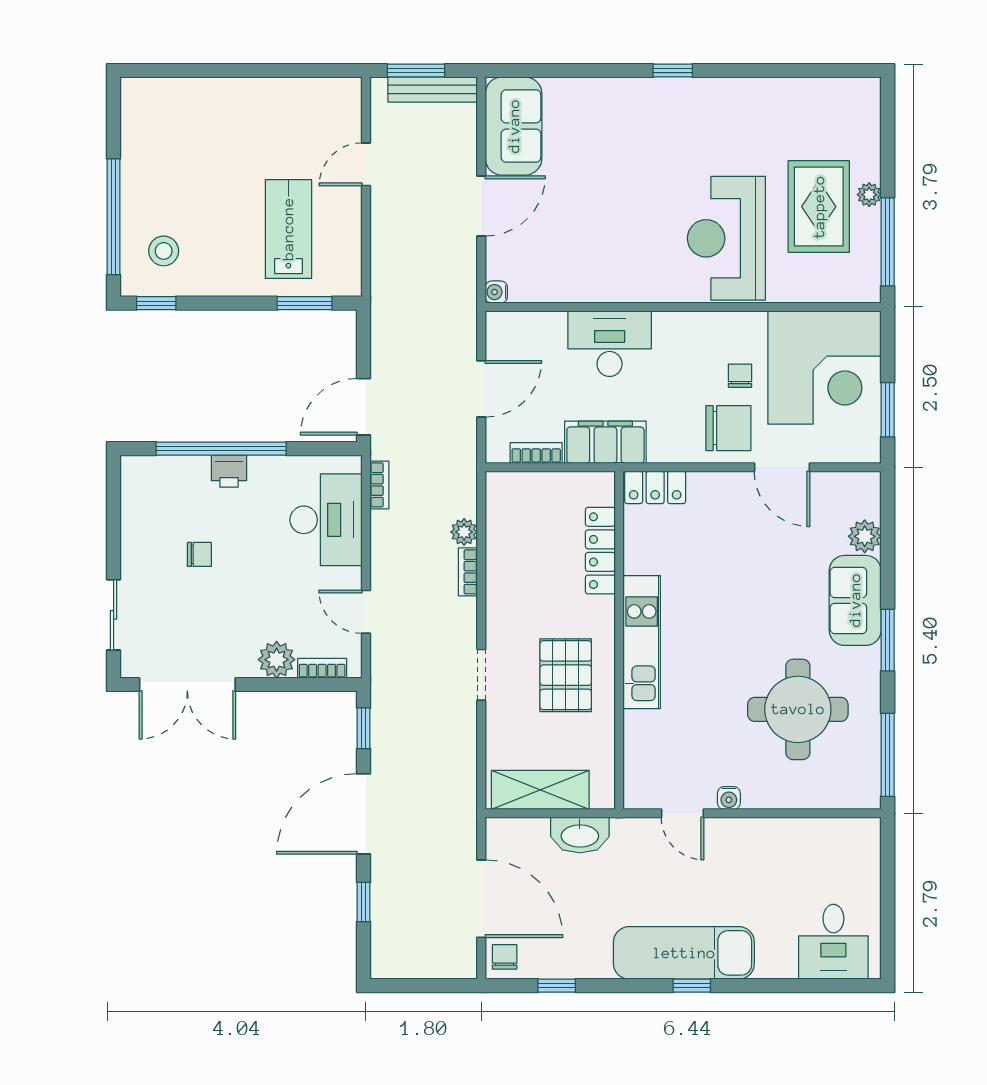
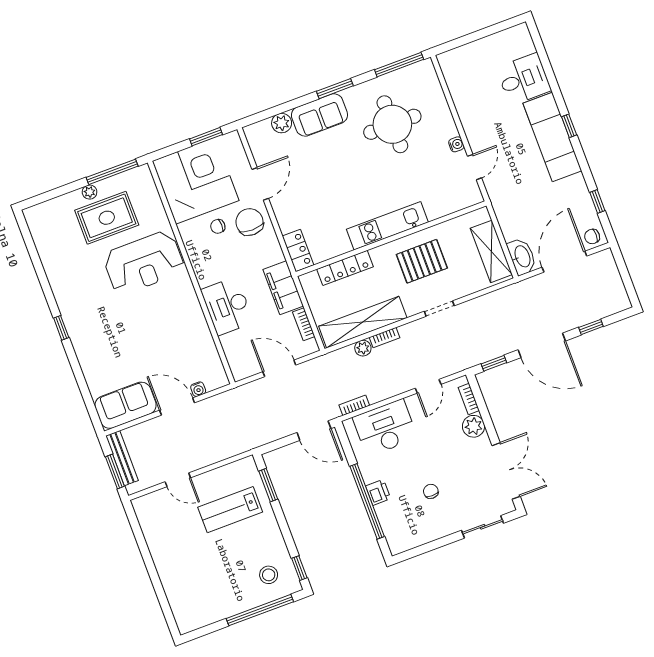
water cooler: (496, 292) -> (198, 389), moved
shelving: (505, 547) -> (363, 322), added
washbasin: (580, 835) -> (522, 257), moved
desk: (833, 942) -> (524, 79), moved

